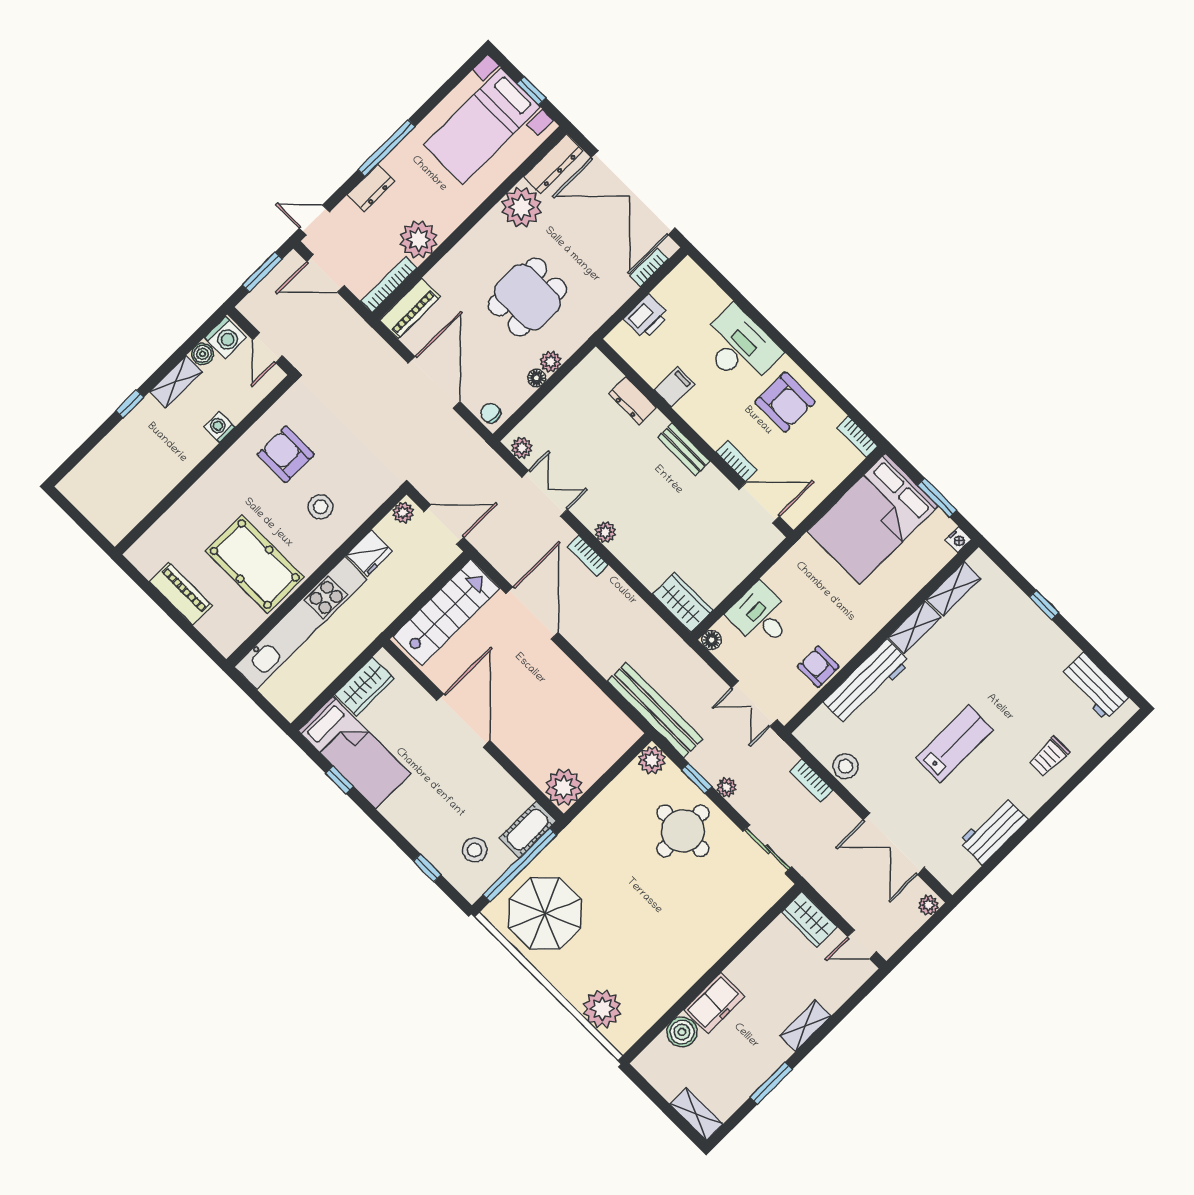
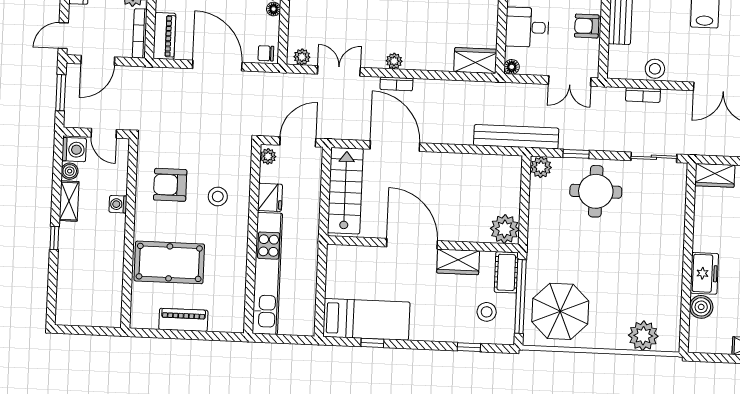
pool table: (255, 564) -> (169, 262), moved
wardrobe: (364, 687) -> (458, 262), moved, turned 90
plant: (727, 787) -> (598, 143), removed

